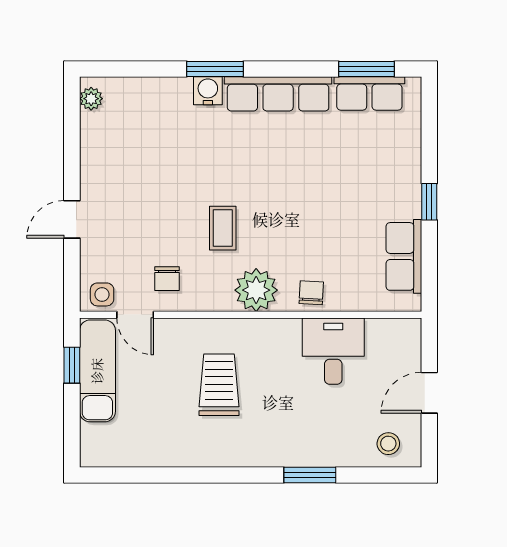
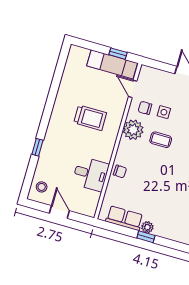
plant: (409, 204) -> (147, 227), added
plant: (256, 290) -> (133, 130), moved
side table: (102, 294) -> (164, 112), moved
door: (135, 315) -> (133, 89), hinge flipped
window: (310, 475) -> (37, 147), width x0.67

